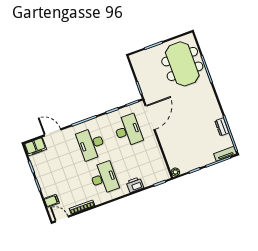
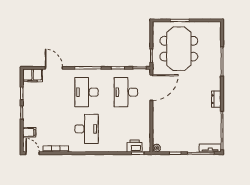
meeting table: (182, 64) -> (179, 49), moved
dresser: (222, 127) -> (216, 99), moved
desk: (128, 130) -> (126, 92), turned 180
printer: (135, 185) -> (135, 146), moved

